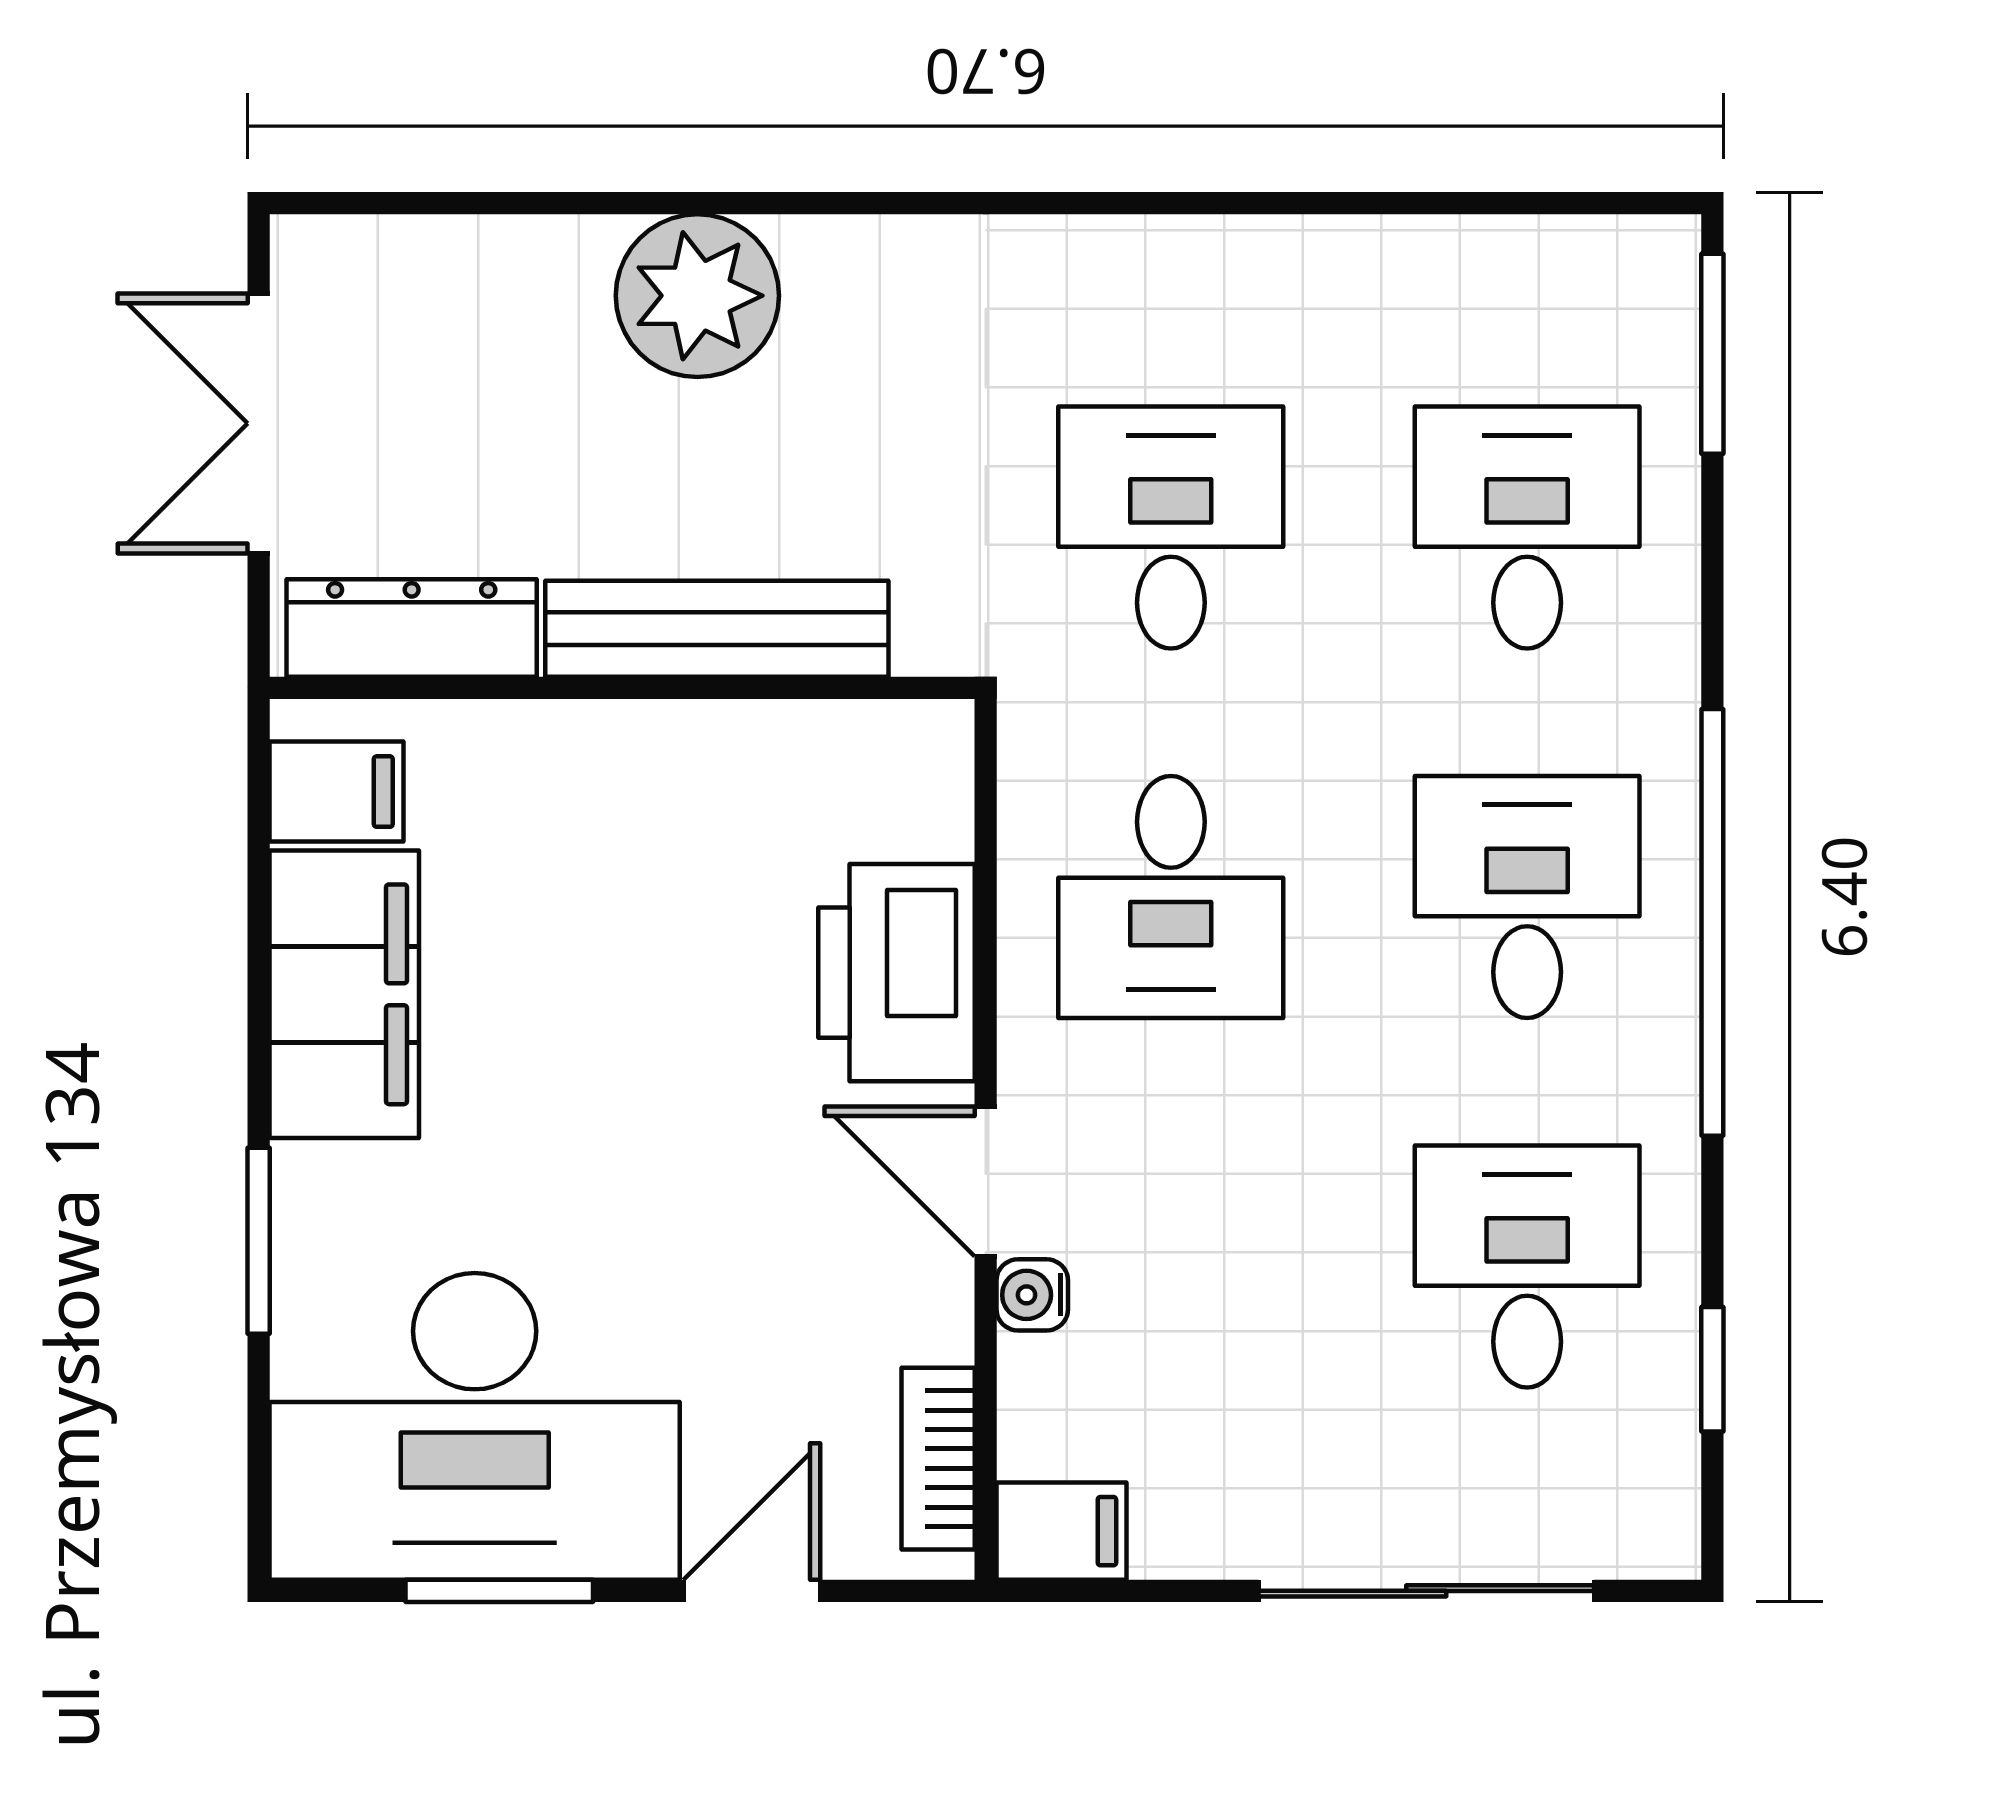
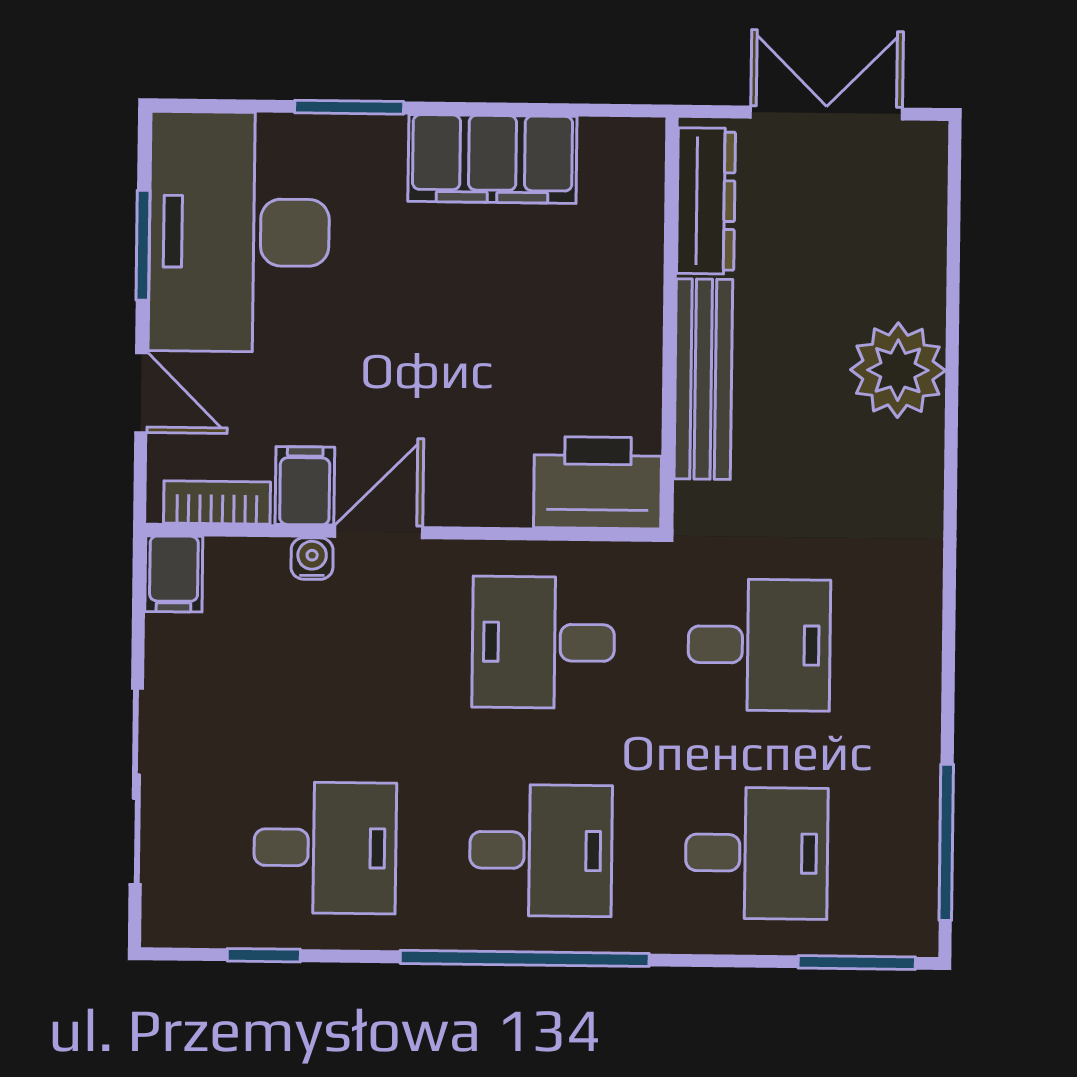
window: (1505, 203) -> (946, 842), added
filing cabinet: (337, 792) -> (305, 486), moved, turned 180
printer: (896, 973) -> (598, 483), moved

